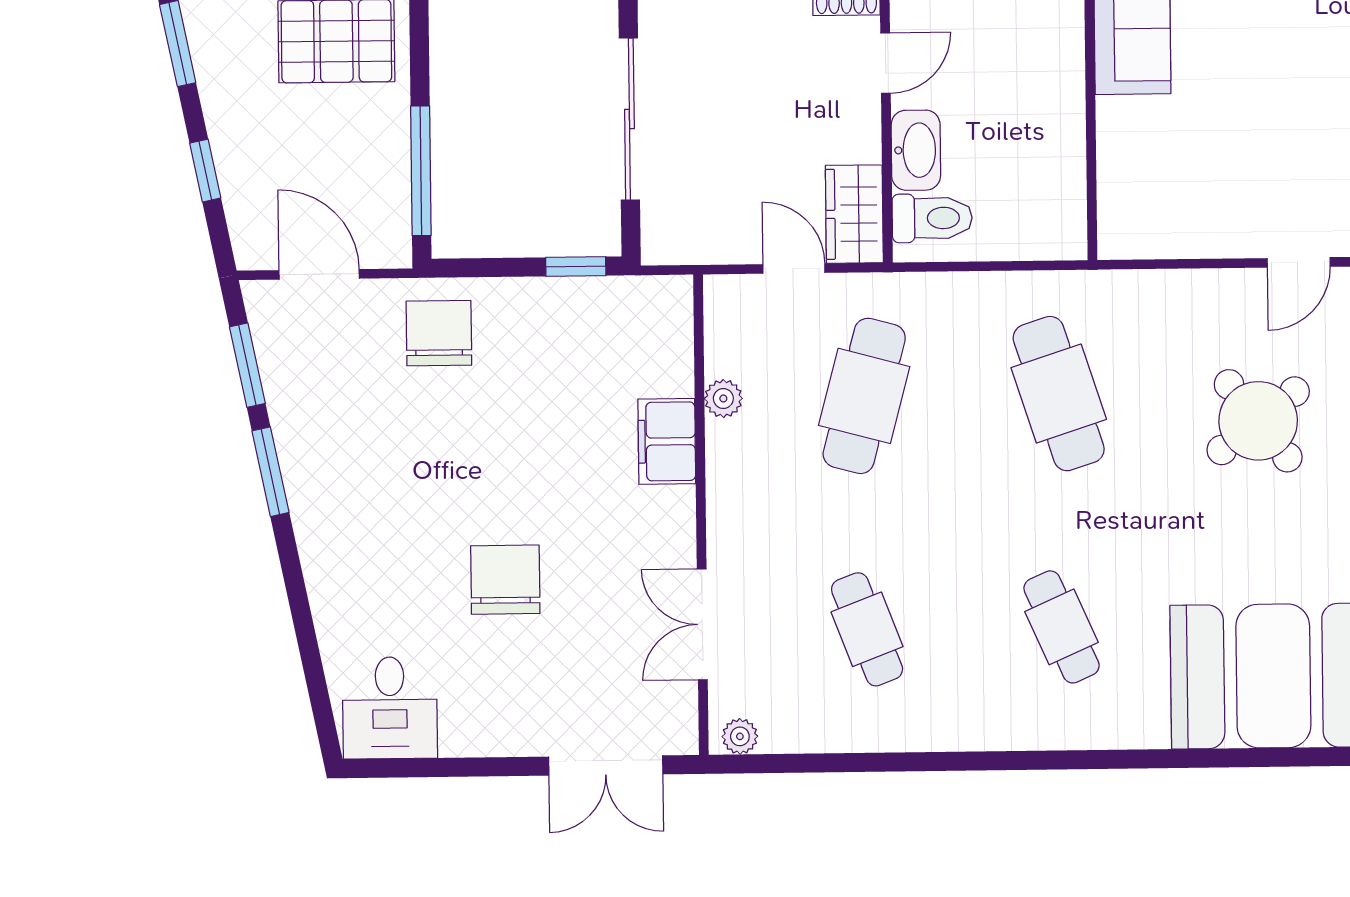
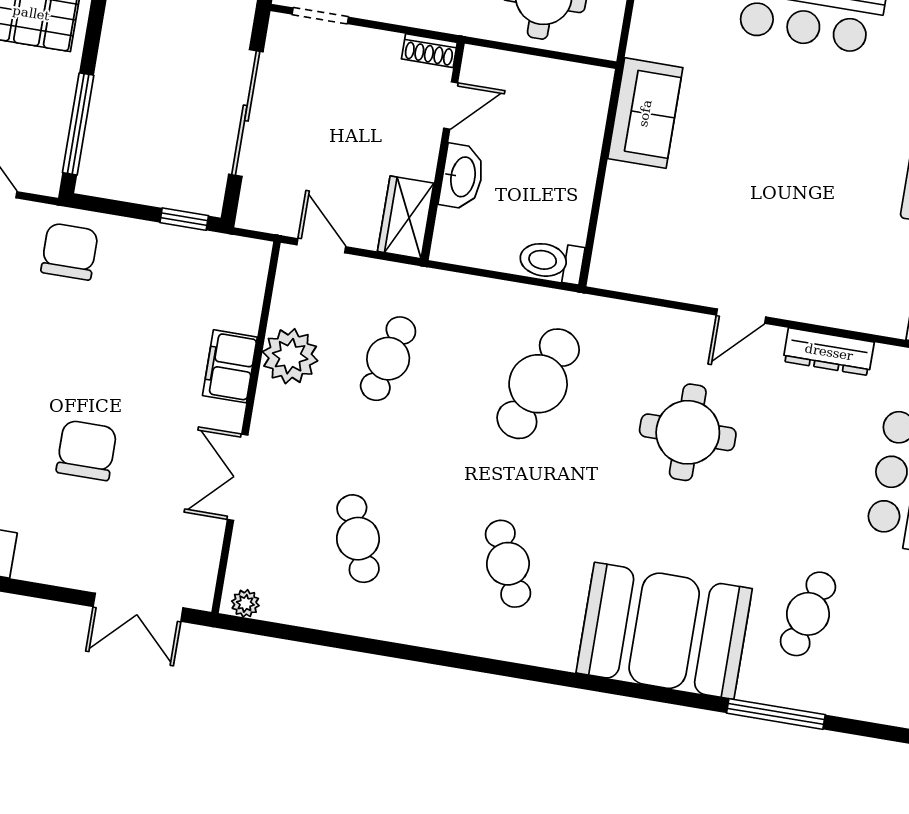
toilet: (932, 218) -> (551, 261), moved, turned 180
door: (794, 269) -> (321, 246), moved
cafe table: (1059, 394) -> (538, 384), turned 39
cafe table: (864, 396) -> (388, 359), width x0.73, depth x0.74
plant: (723, 399) -> (290, 356), width x1.87, depth x1.87
round table: (1258, 421) -> (688, 432), turned 38
double door: (702, 624) -> (238, 477), moved

